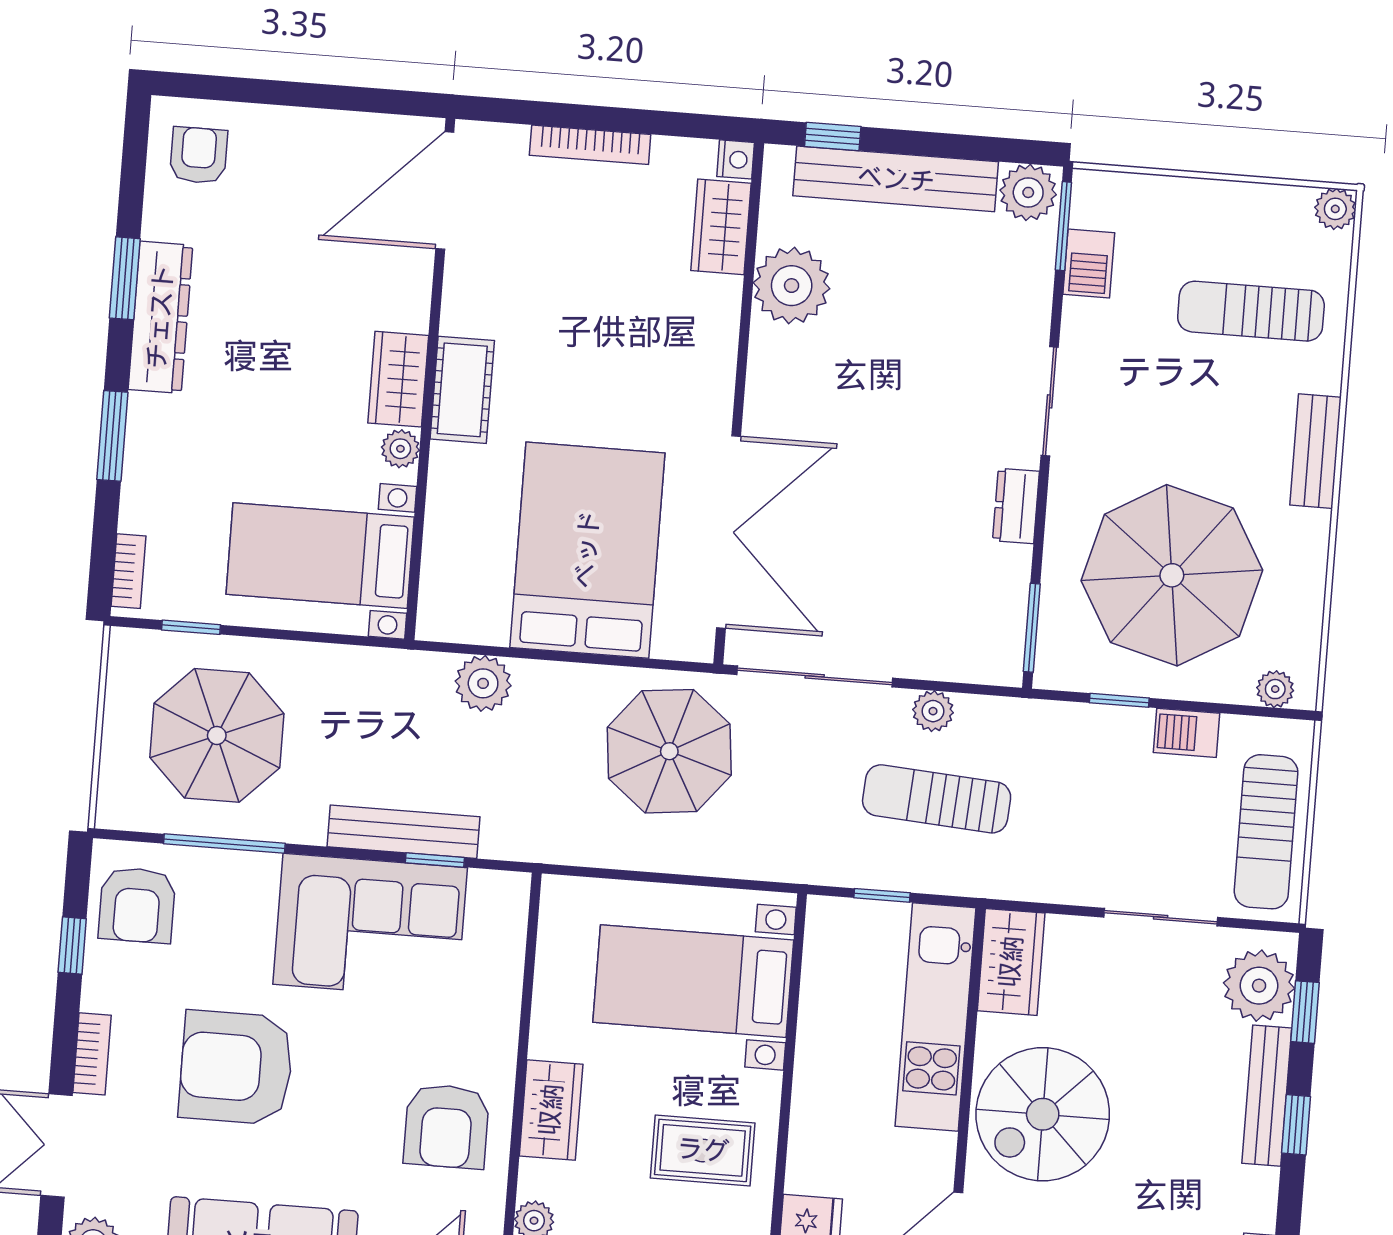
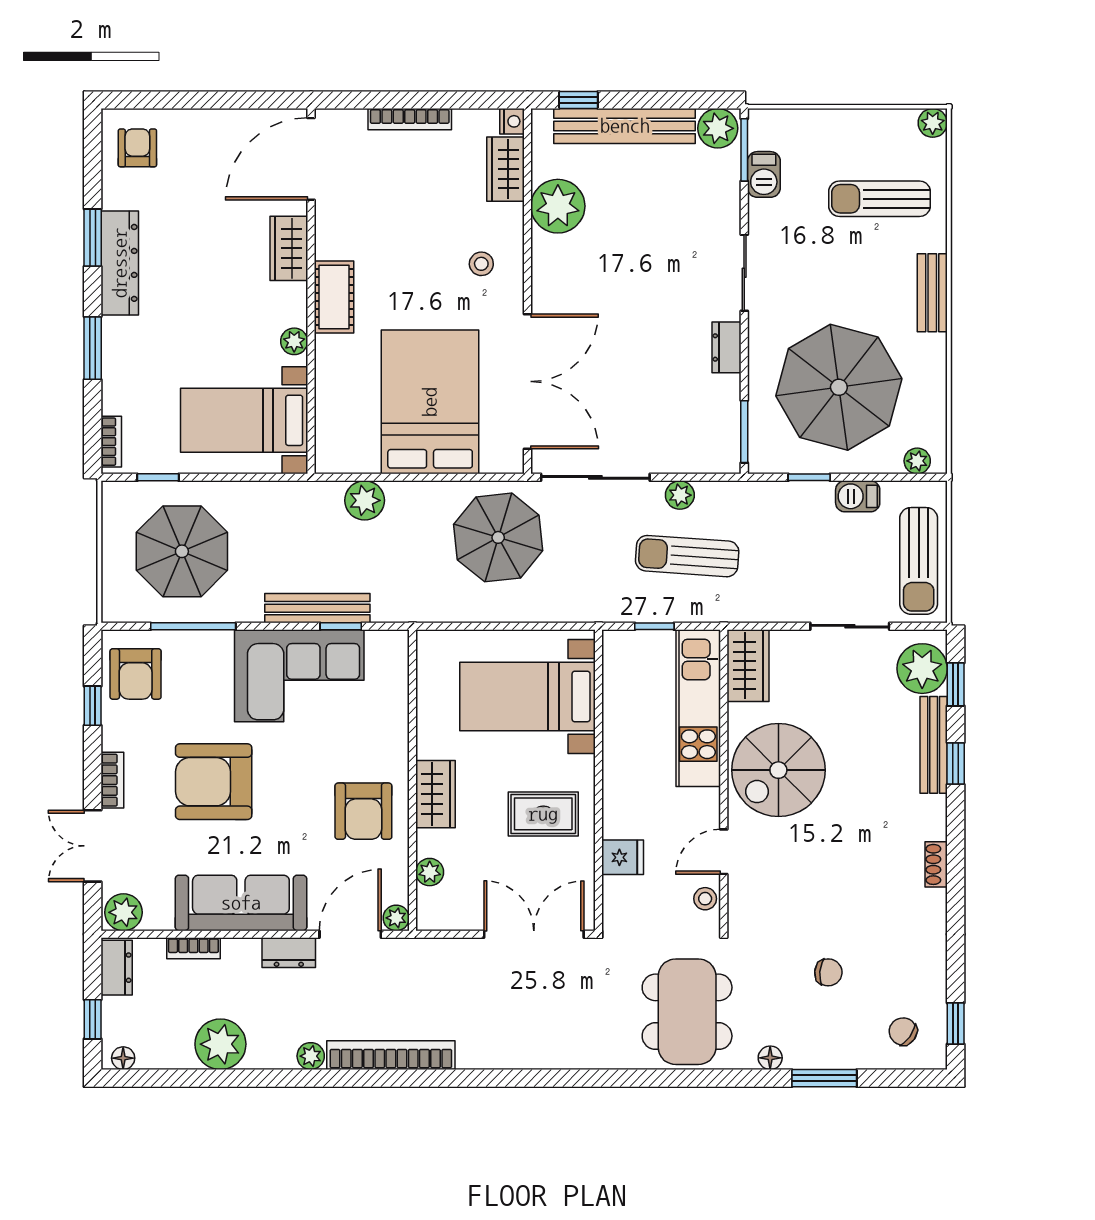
stool: (676, 359) -> (481, 264), added
wardrobe: (398, 379) -> (289, 248), moved

